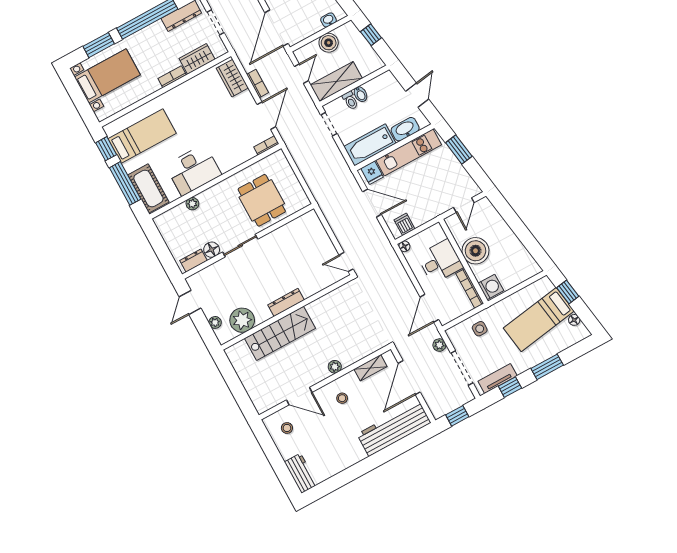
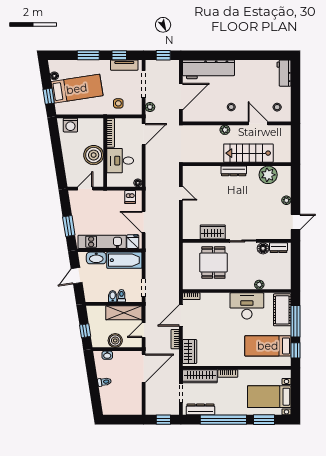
wardrobe: (197, 59) -> (200, 376), width x1.50
wardrobe: (282, 236) -> (213, 232), added
washing machine: (491, 287) -> (70, 125), moved, turned -90
dresser: (286, 302) -> (234, 171), moved
wall: (287, 312) -> (237, 164), moved
plant: (242, 320) -> (268, 175), moved
stairs: (280, 333) -> (248, 153), moved
shelving: (371, 368) -> (202, 117), removed

